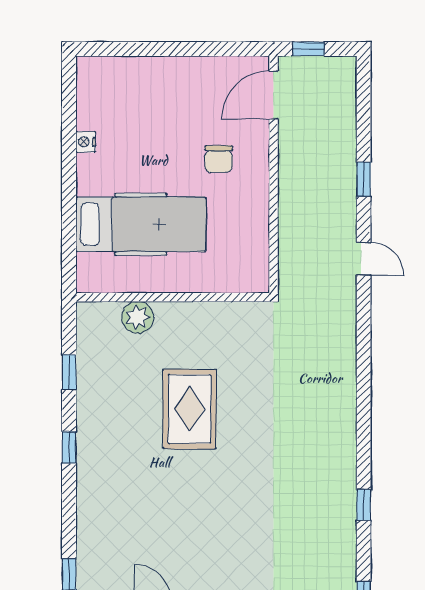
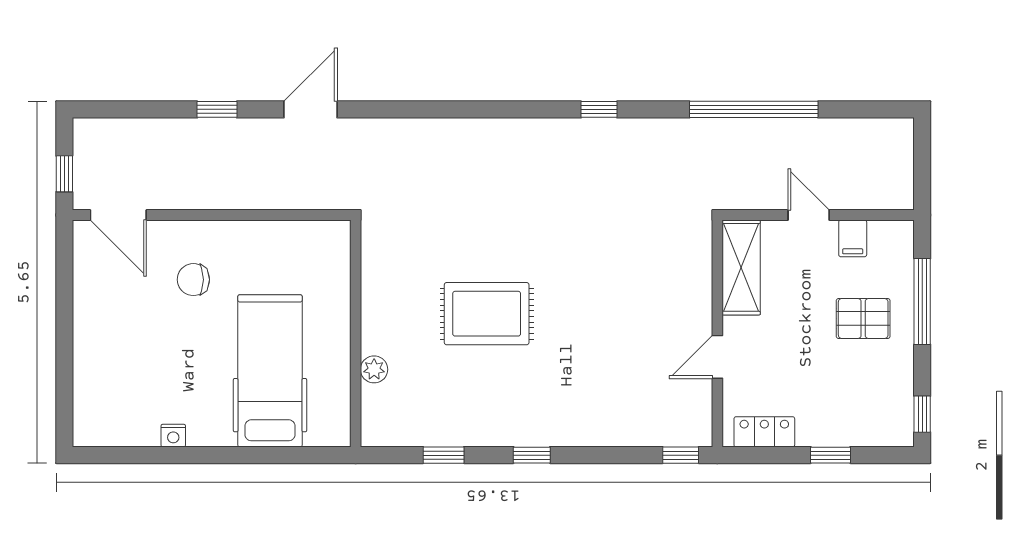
chair: (219, 159) -> (193, 280), turned 180
door: (364, 259) -> (311, 109), width x1.38
plant: (138, 317) -> (374, 369), width x0.73, depth x0.73

